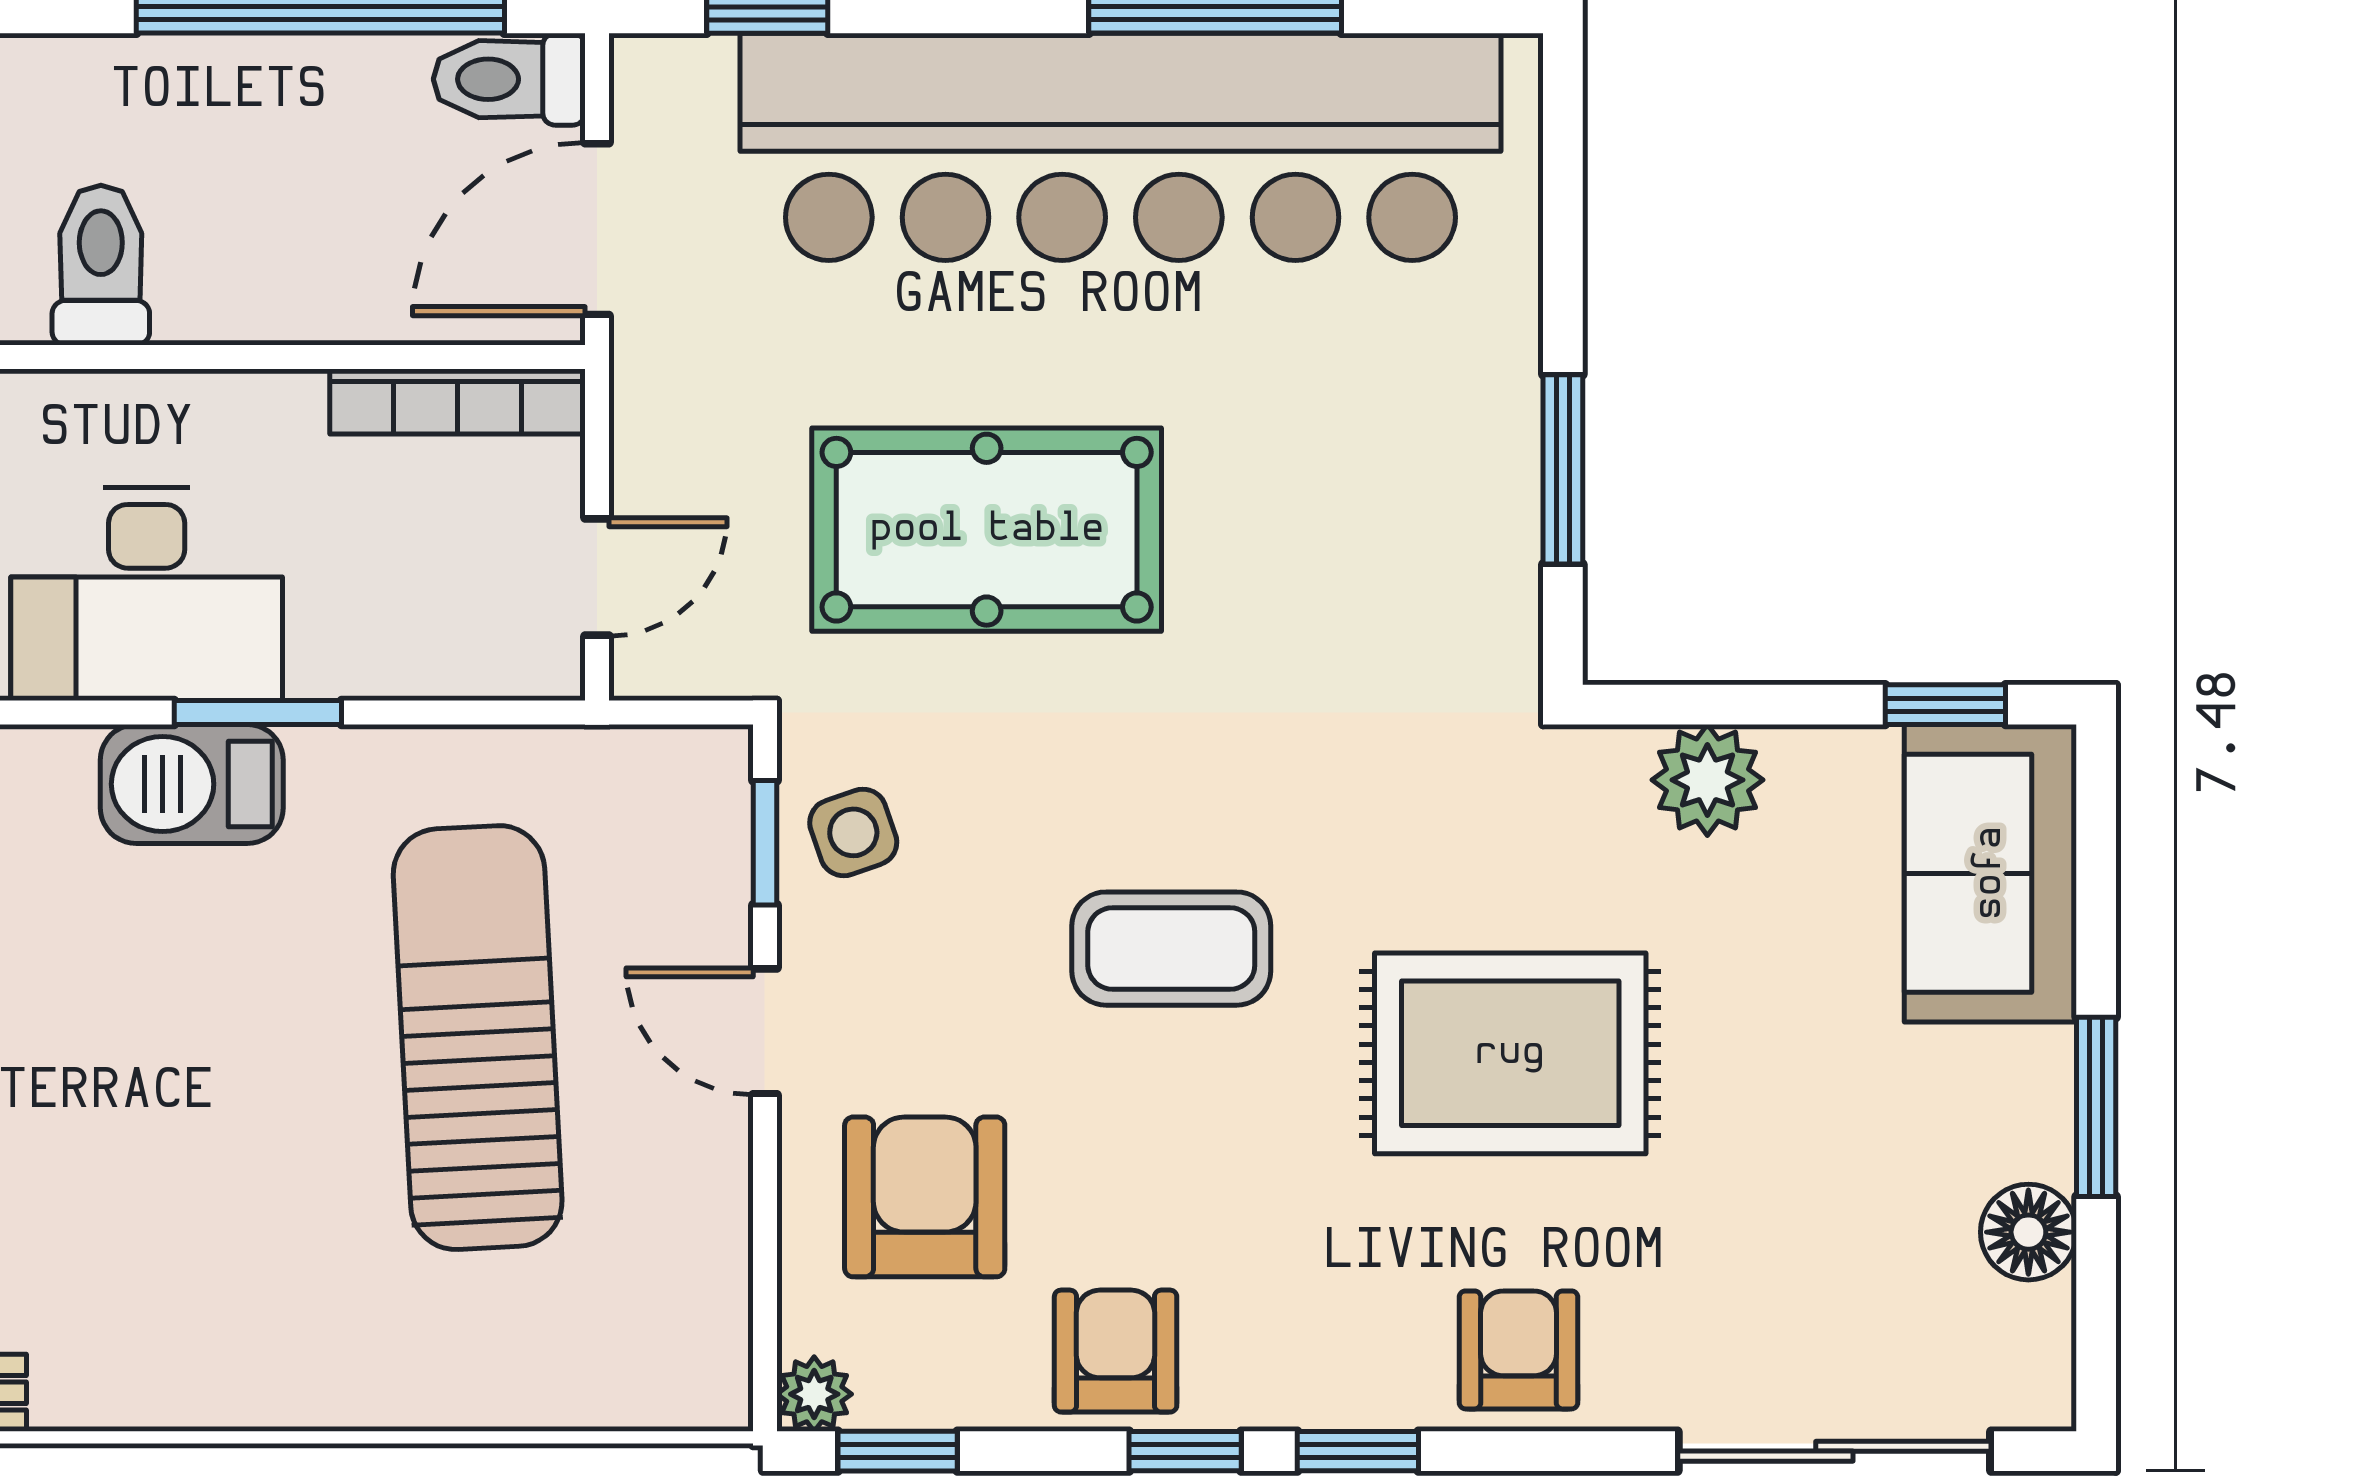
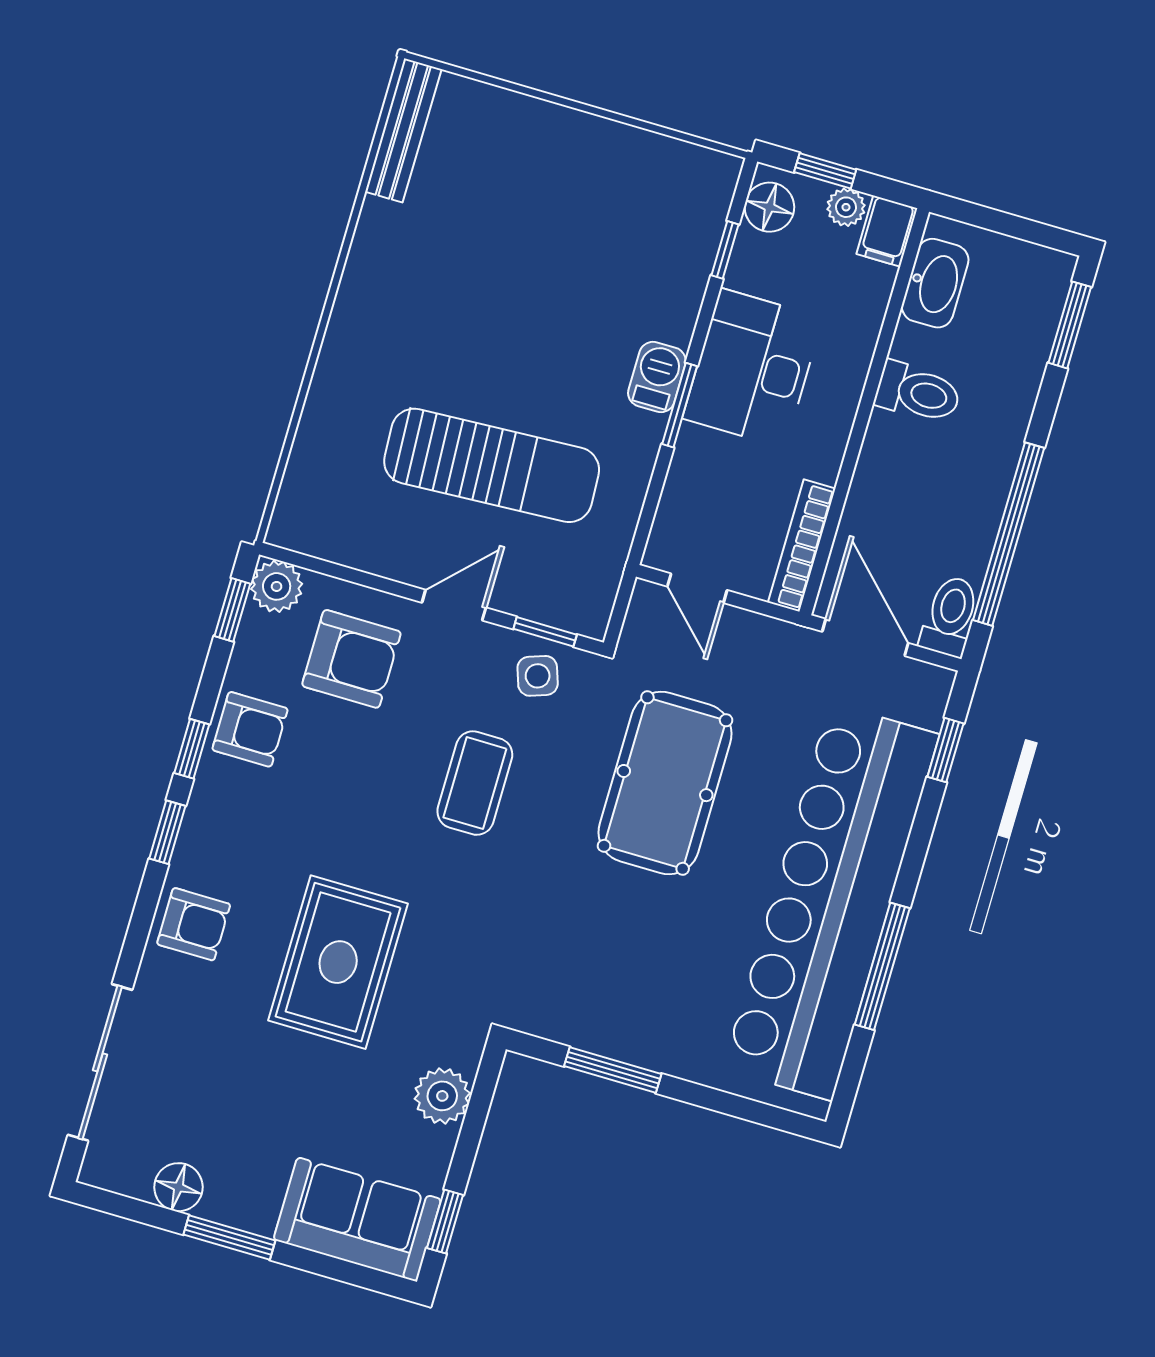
barbecue: (192, 784) -> (657, 377), width x0.73, depth x0.79
coffee table: (1171, 949) -> (475, 783), moved
plant: (814, 1394) -> (277, 586), width x1.38, depth x1.38

